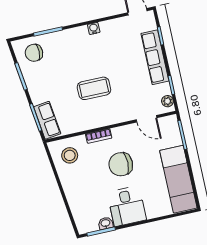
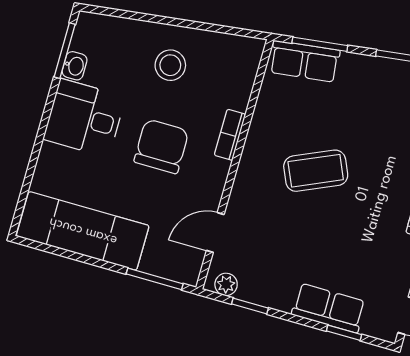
row of seats: (155, 57) -> (329, 308), width x0.68
coffee table: (94, 88) -> (316, 171), turned 66
stool: (70, 155) -> (170, 65), moved

